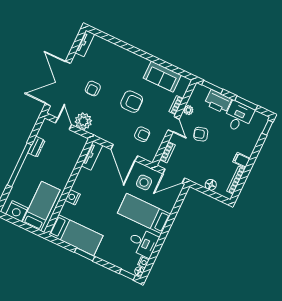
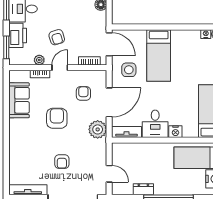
tv unit: (85, 43) -> (28, 190), width x1.41
armchair: (93, 88) -> (62, 162), turned 90
plant: (83, 121) -> (98, 129), moved
door: (63, 124) -> (109, 174), swing flipped
desk: (143, 243) -> (155, 124), moved, turned 180

